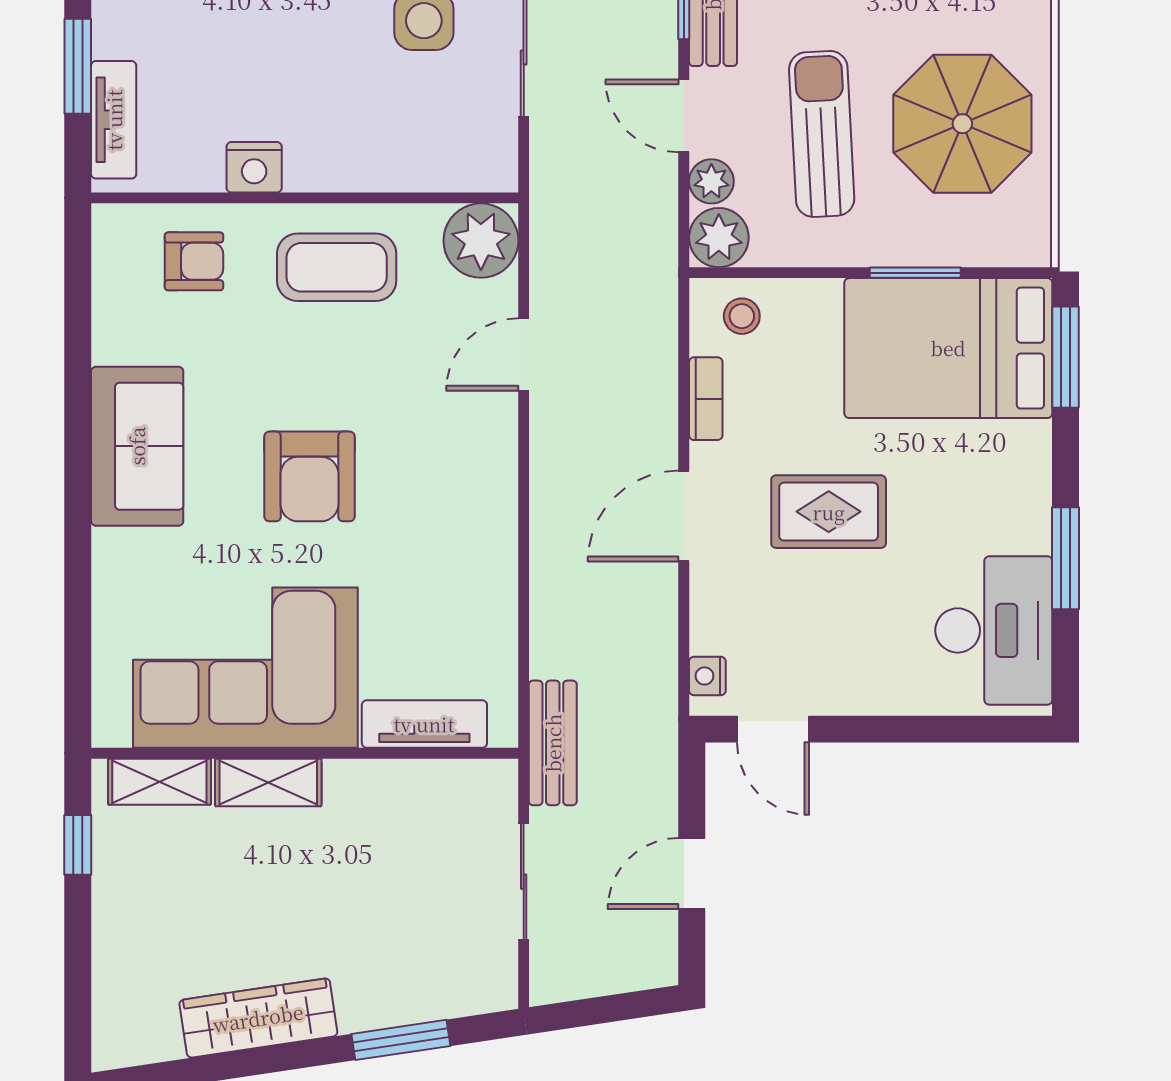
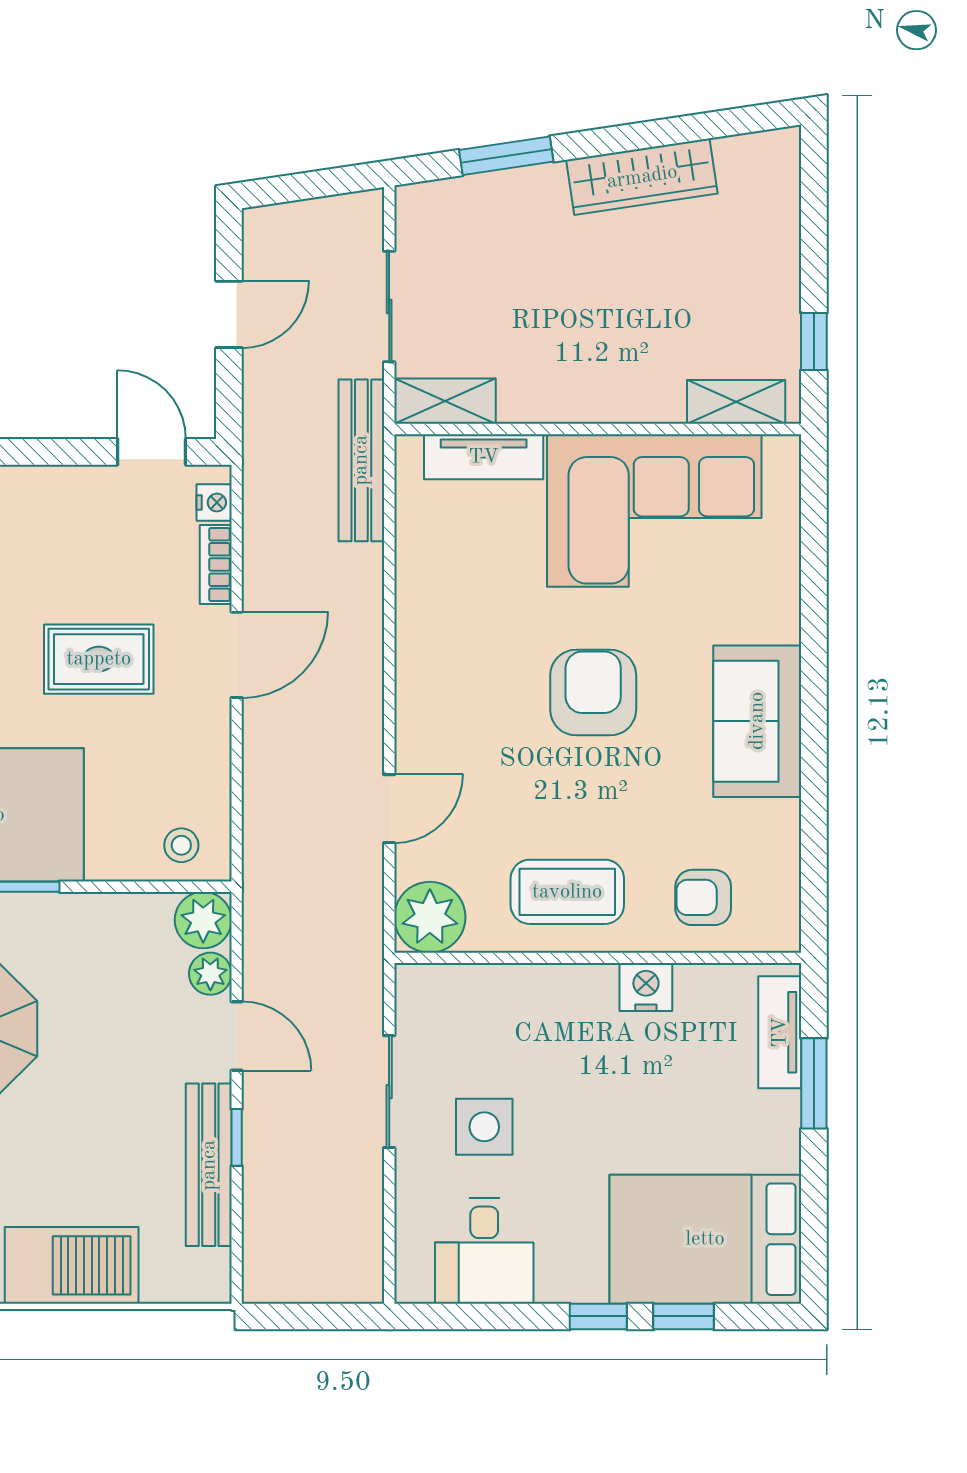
sun lounger: (822, 134) -> (105, 1019), removed
bookcase: (706, 399) -> (216, 564), moved
bench: (553, 743) -> (361, 460), width x1.36
shelving: (268, 782) -> (445, 401), moved

